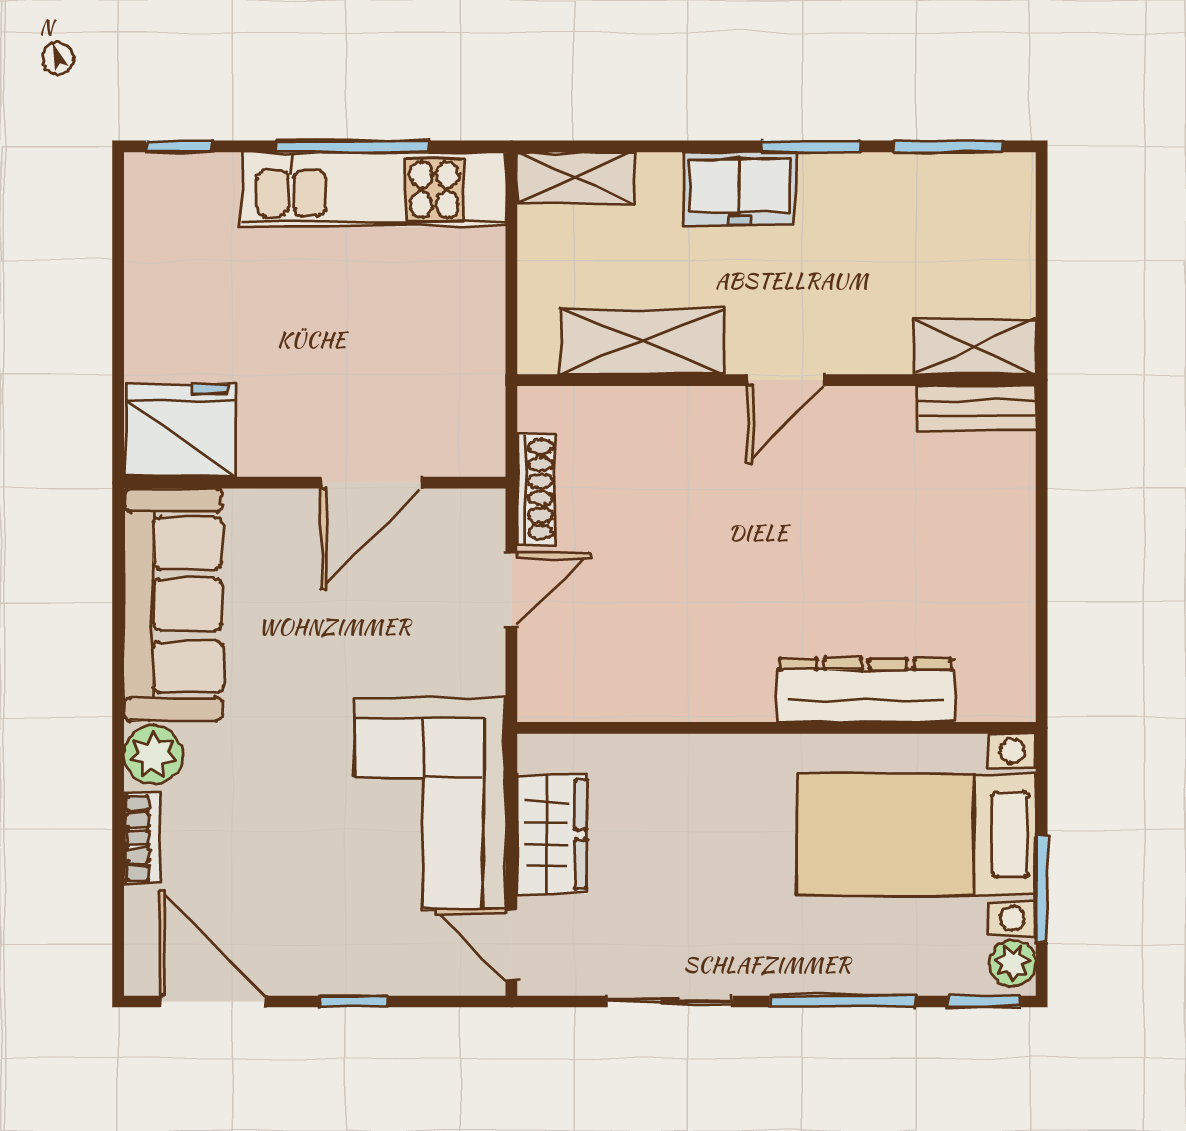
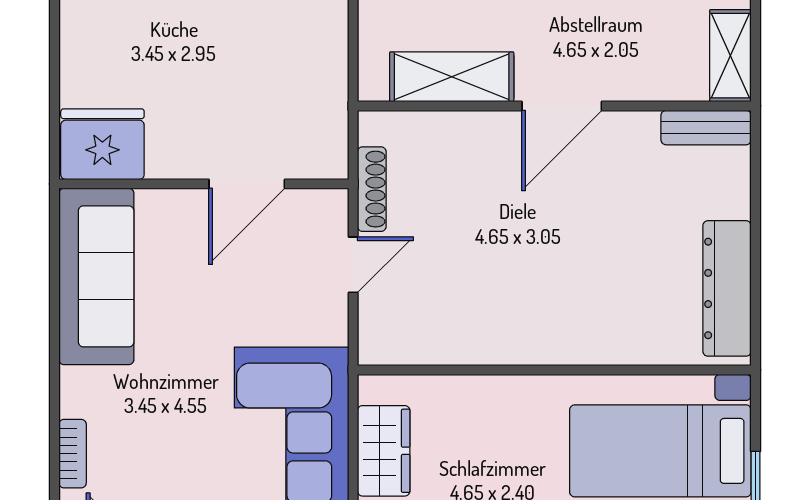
shelving: (975, 347) -> (730, 56), moved, turned 90
door: (786, 380) -> (562, 106), width x1.38
dresser: (866, 690) -> (727, 288), moved, turned -90
plant: (153, 755) -> (81, 390), removed

